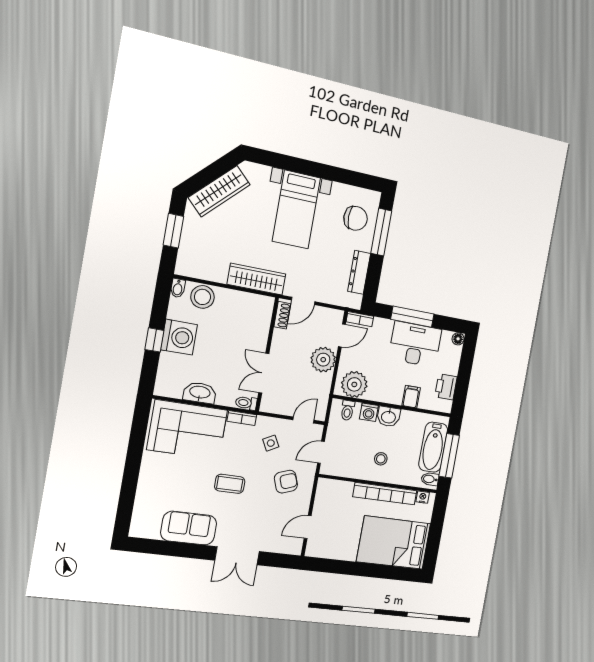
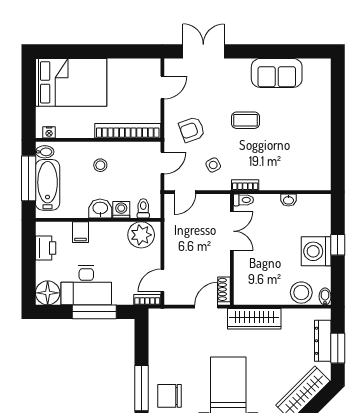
dresser: (359, 272) -> (323, 341), moved, turned 180
floor lamp: (458, 339) -> (48, 293), width x1.89, depth x1.89
plant: (323, 360) -> (177, 254), removed
washbasin: (200, 393) -> (288, 200), width x0.52, depth x0.69
corner sofa: (187, 430) -> (294, 166), removed
bookcase: (385, 494) -> (128, 131), moved
double door: (237, 556) -> (203, 51), moved

